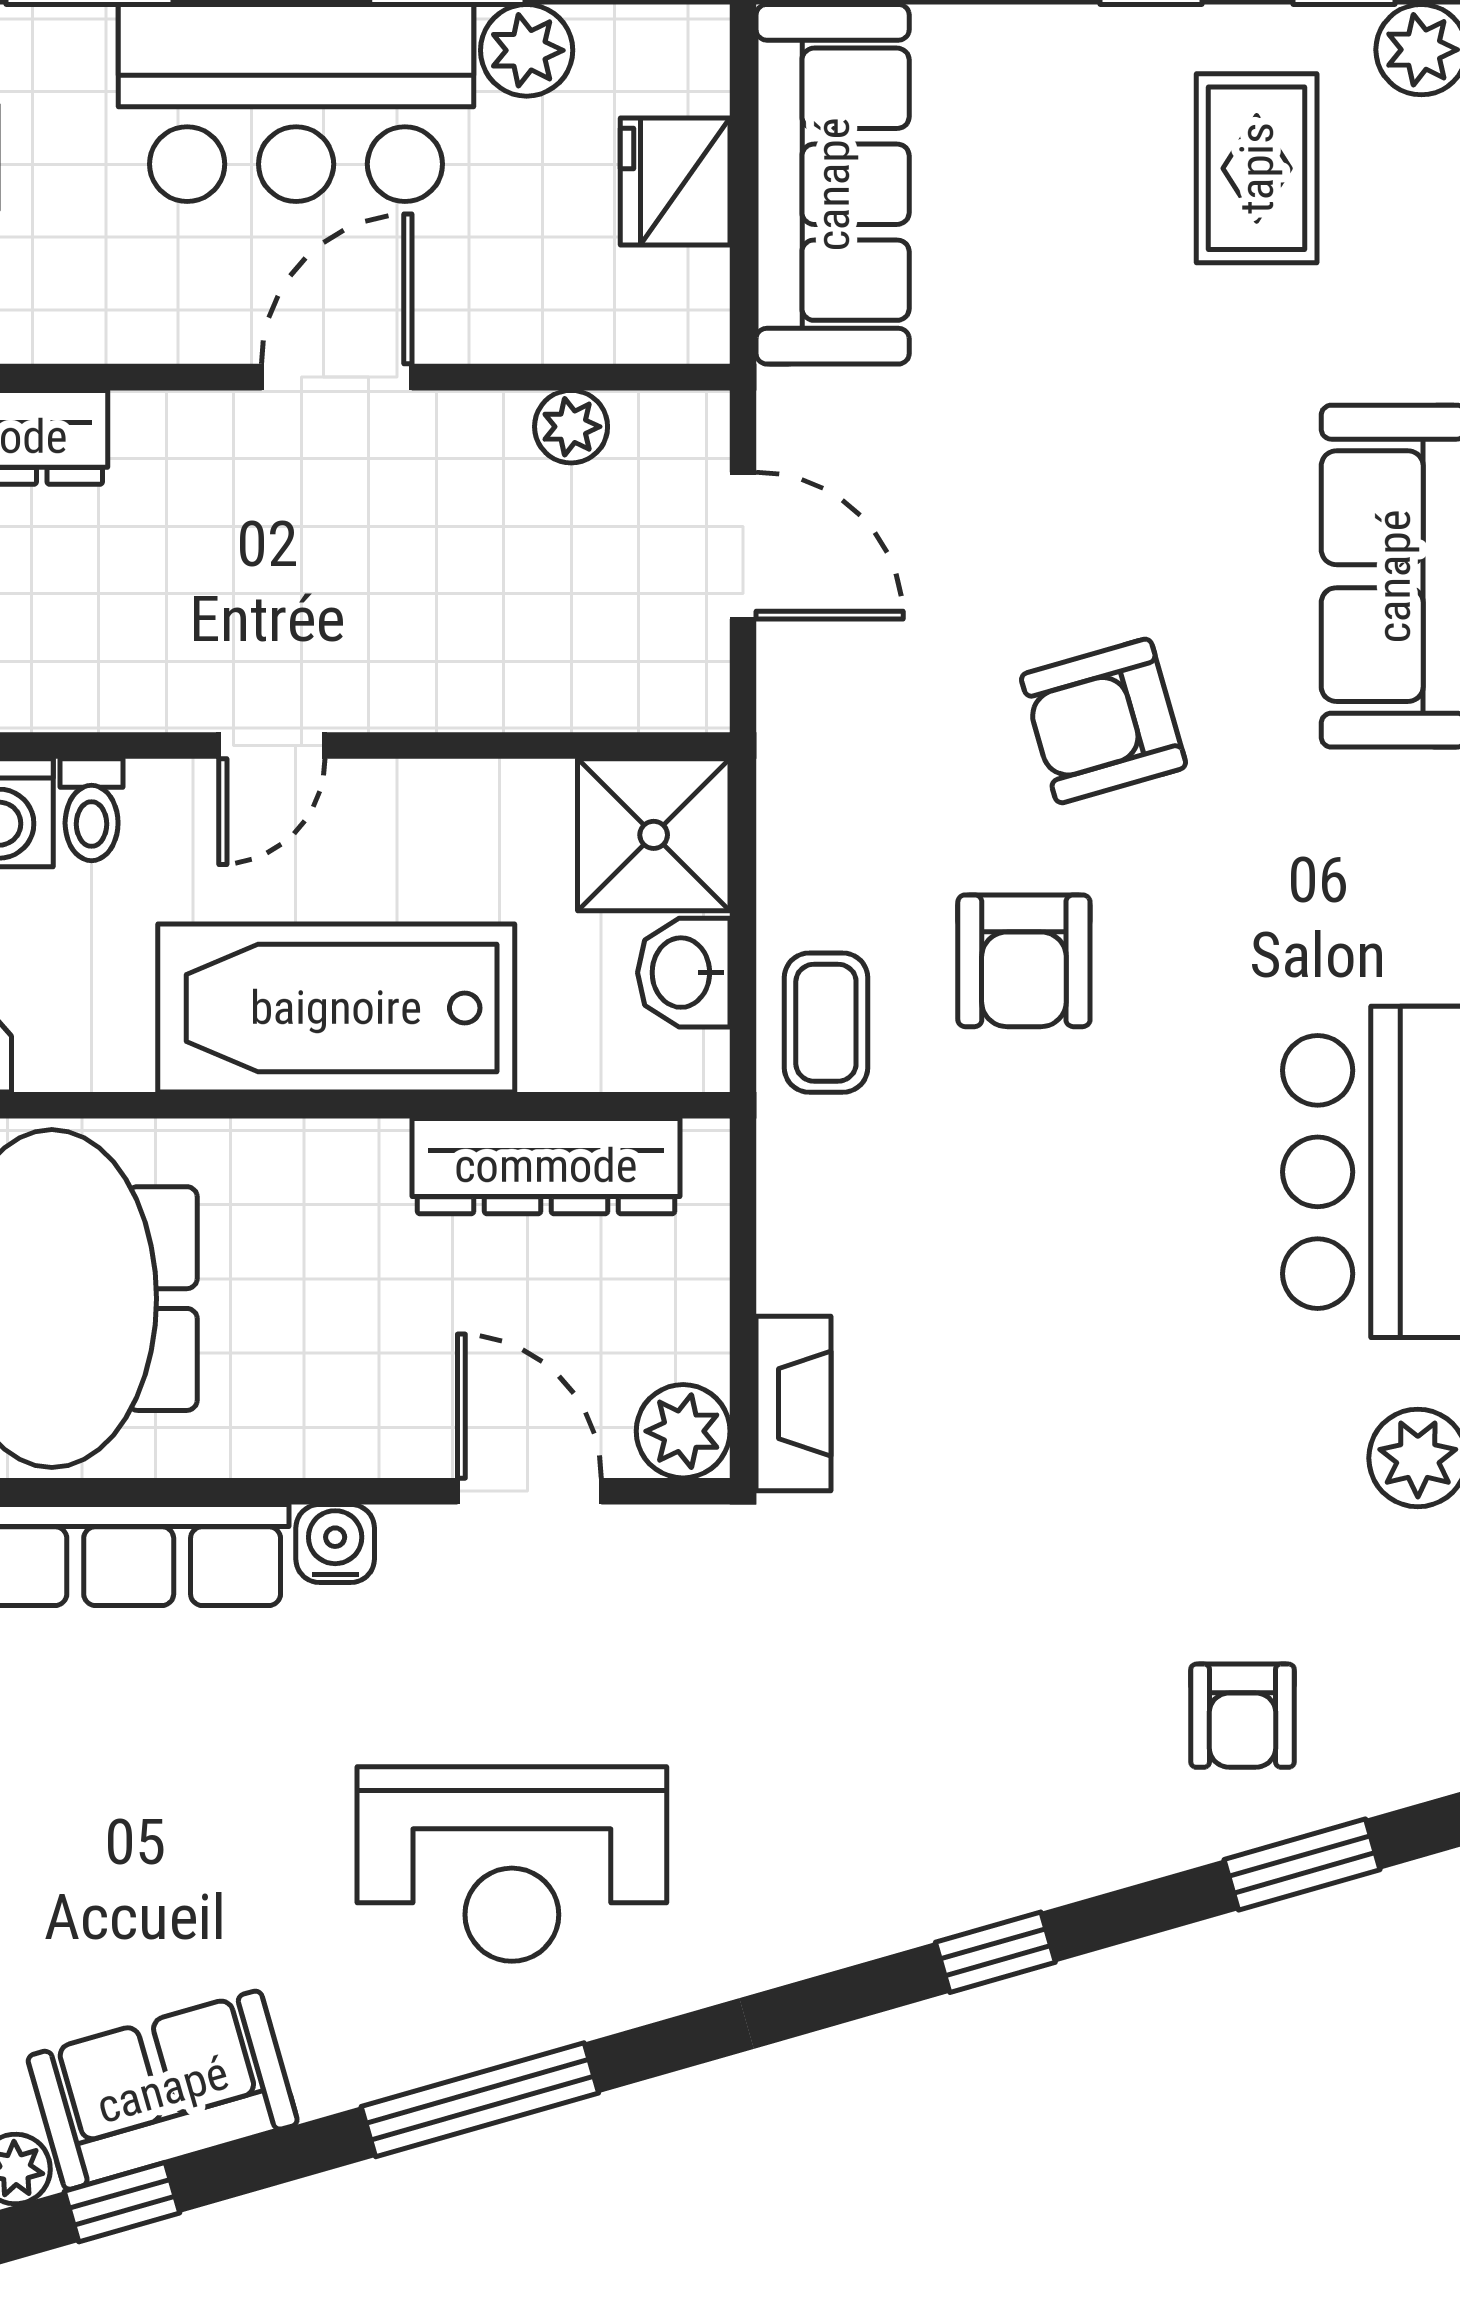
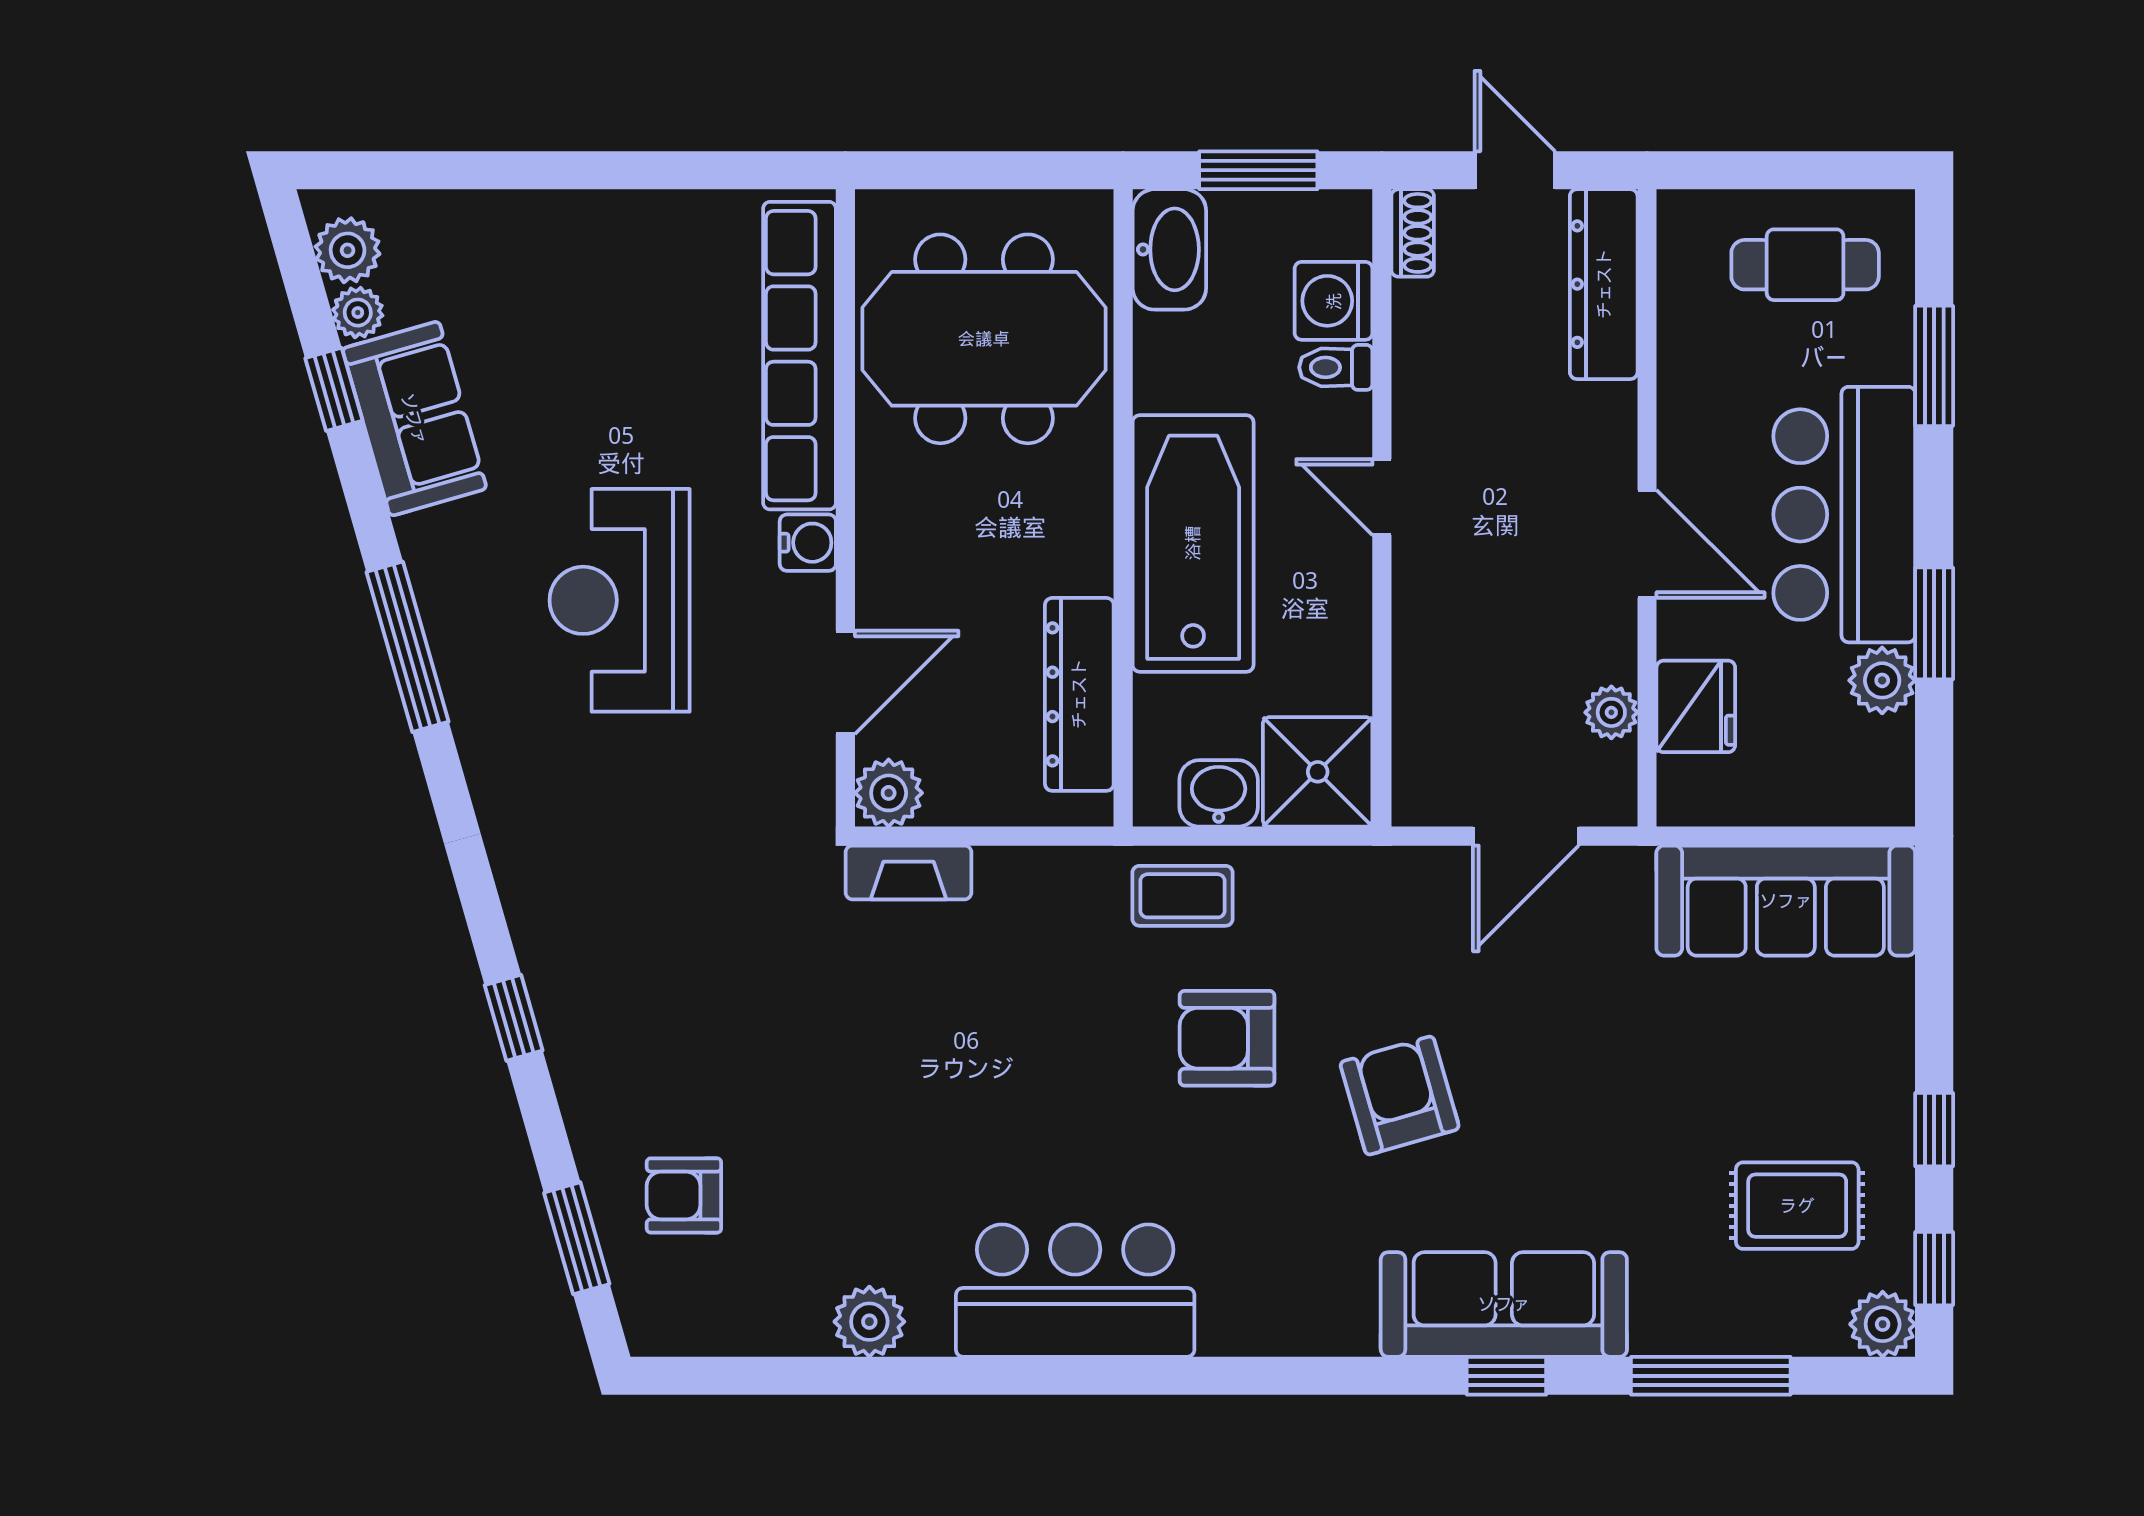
fridge: (675, 181) -> (1696, 706), moved, turned 90
reception desk: (512, 1864) -> (620, 600), moved

